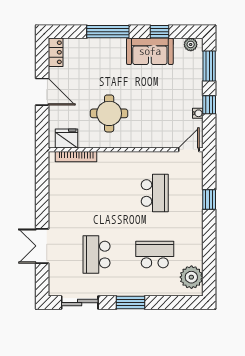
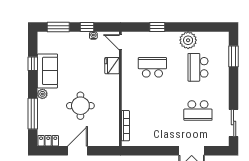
window: (108, 32) -> (33, 114), moved
plant: (191, 44) -> (42, 94), moved
round table: (109, 113) -> (80, 106), moved
fridge: (67, 139) -> (112, 66), moved
plant: (191, 277) -> (188, 40), moved
window: (130, 303) -> (234, 56), moved

